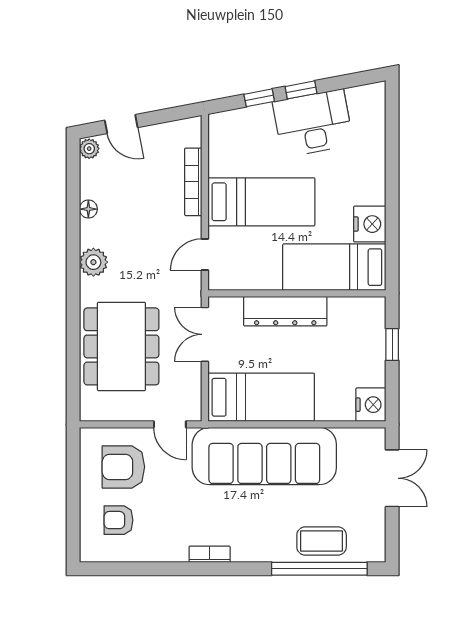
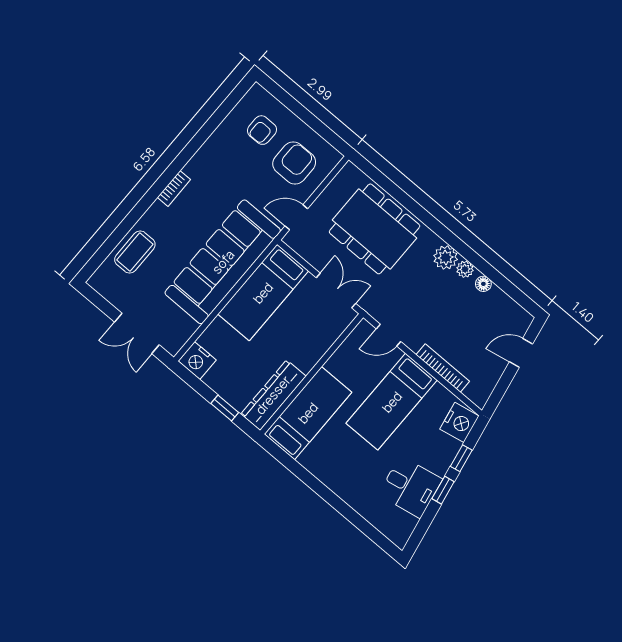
desk: (313, 123) -> (410, 487), width x0.73
plant: (89, 149) -> (465, 269), moved
nightstand: (370, 224) -> (459, 422), moved, turned -101
door: (205, 254) -> (388, 335), swing flipped
dresser: (285, 311) -> (273, 395), moved
armchair: (118, 520) -> (262, 130), turned 180
bookcase: (210, 554) -> (174, 188), moved
window: (319, 569) -> (118, 235), removed

